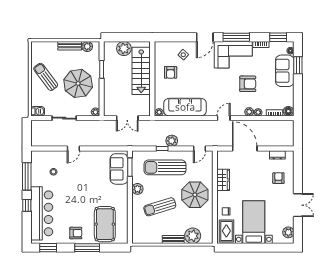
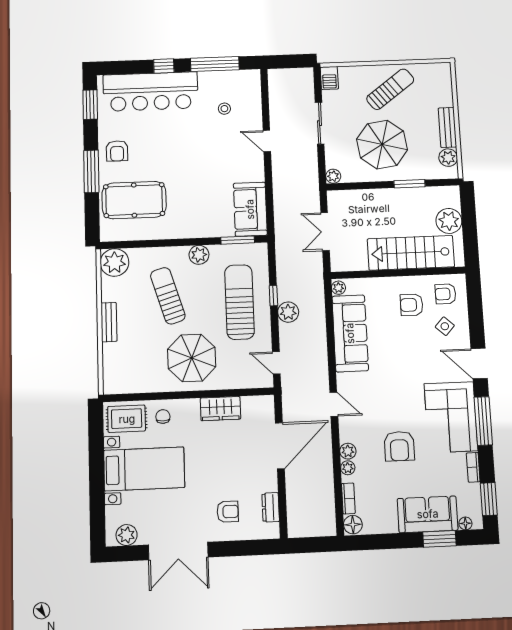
armchair: (165, 53) -> (445, 294), added
sofa: (119, 169) -> (250, 209), moved, turned -90
double door: (298, 205) -> (178, 551), width x1.37
plant: (193, 236) -> (114, 262), moved

